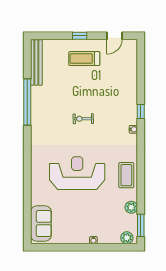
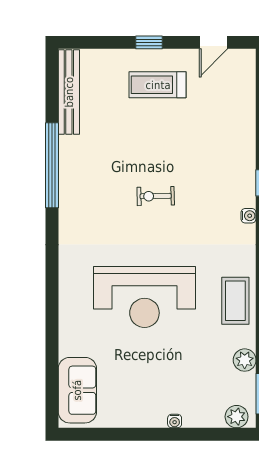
reception desk: (77, 173) -> (144, 297), turned 180

